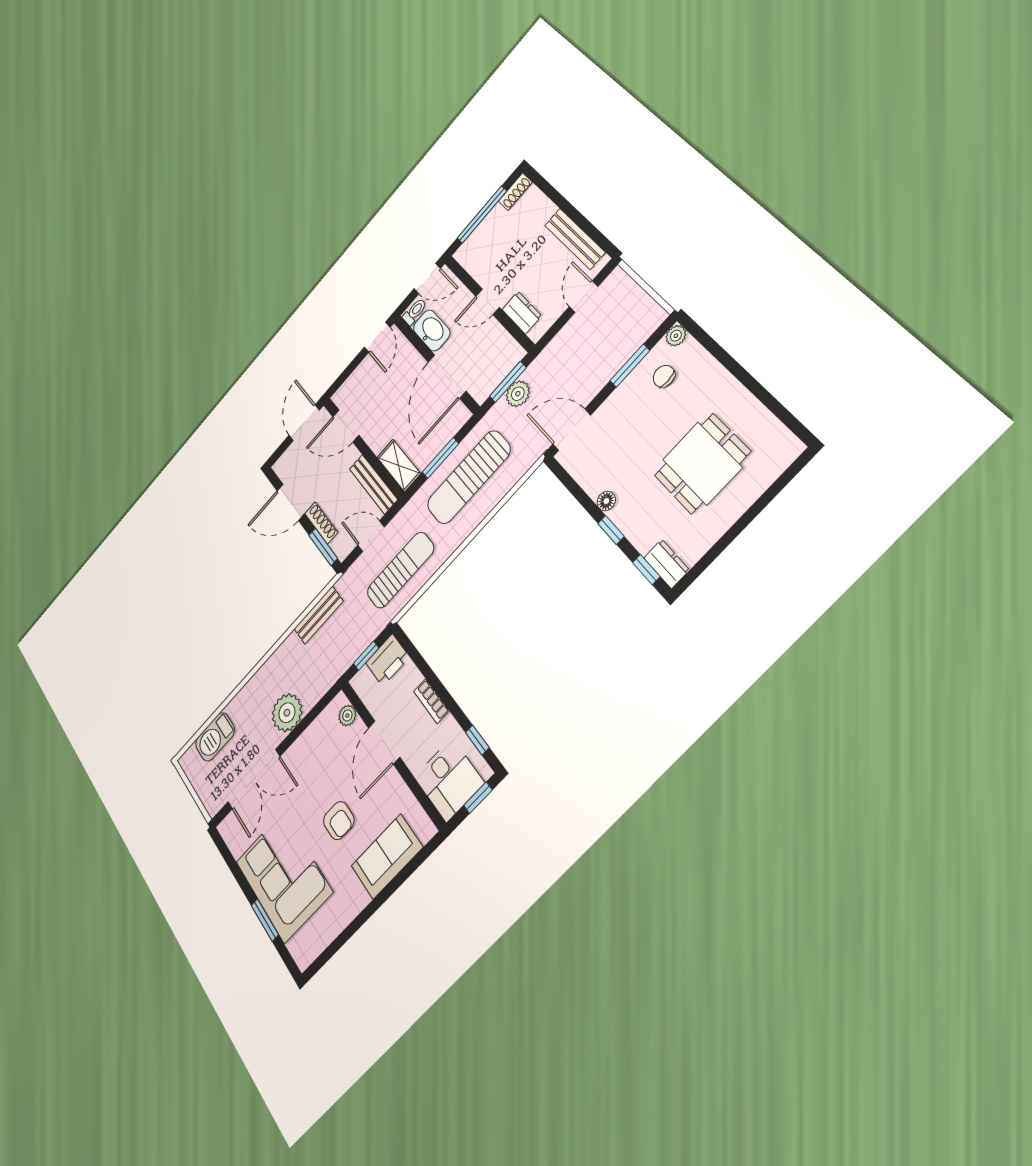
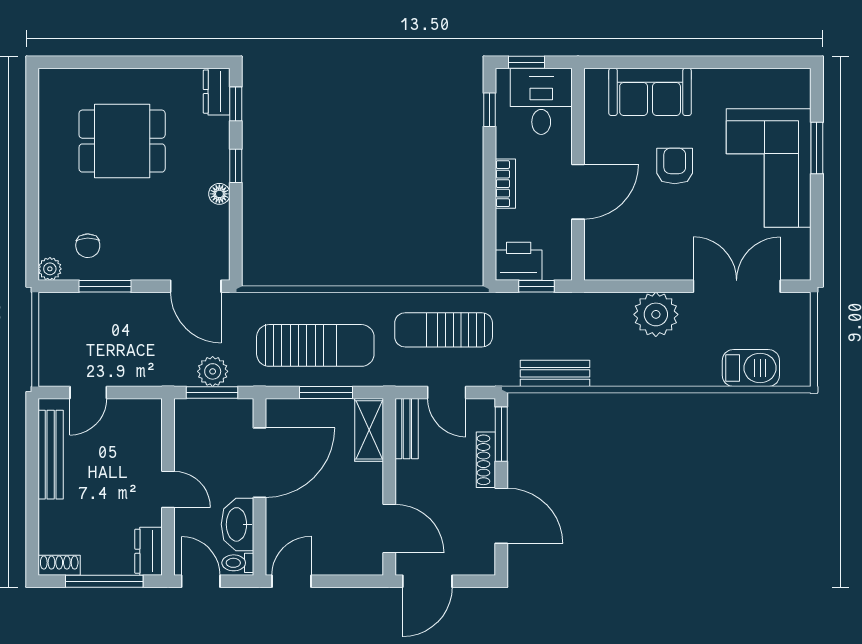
dresser: (522, 313) -> (149, 551), moved
bench: (373, 484) -> (407, 429), width x0.73
plant: (347, 715) -> (596, 251), removed

